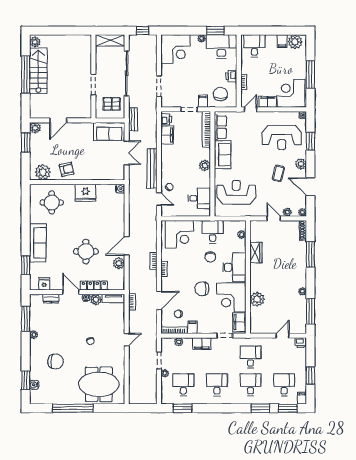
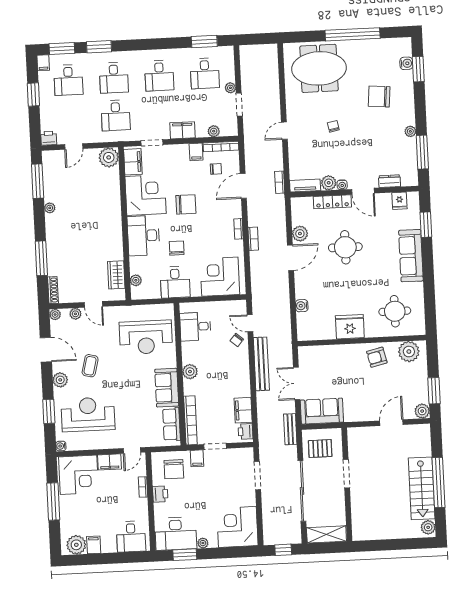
water cooler: (120, 189) -> (302, 306), moved
wardrobe: (256, 252) -> (116, 275), moved
plant: (257, 299) -> (109, 157), moved

